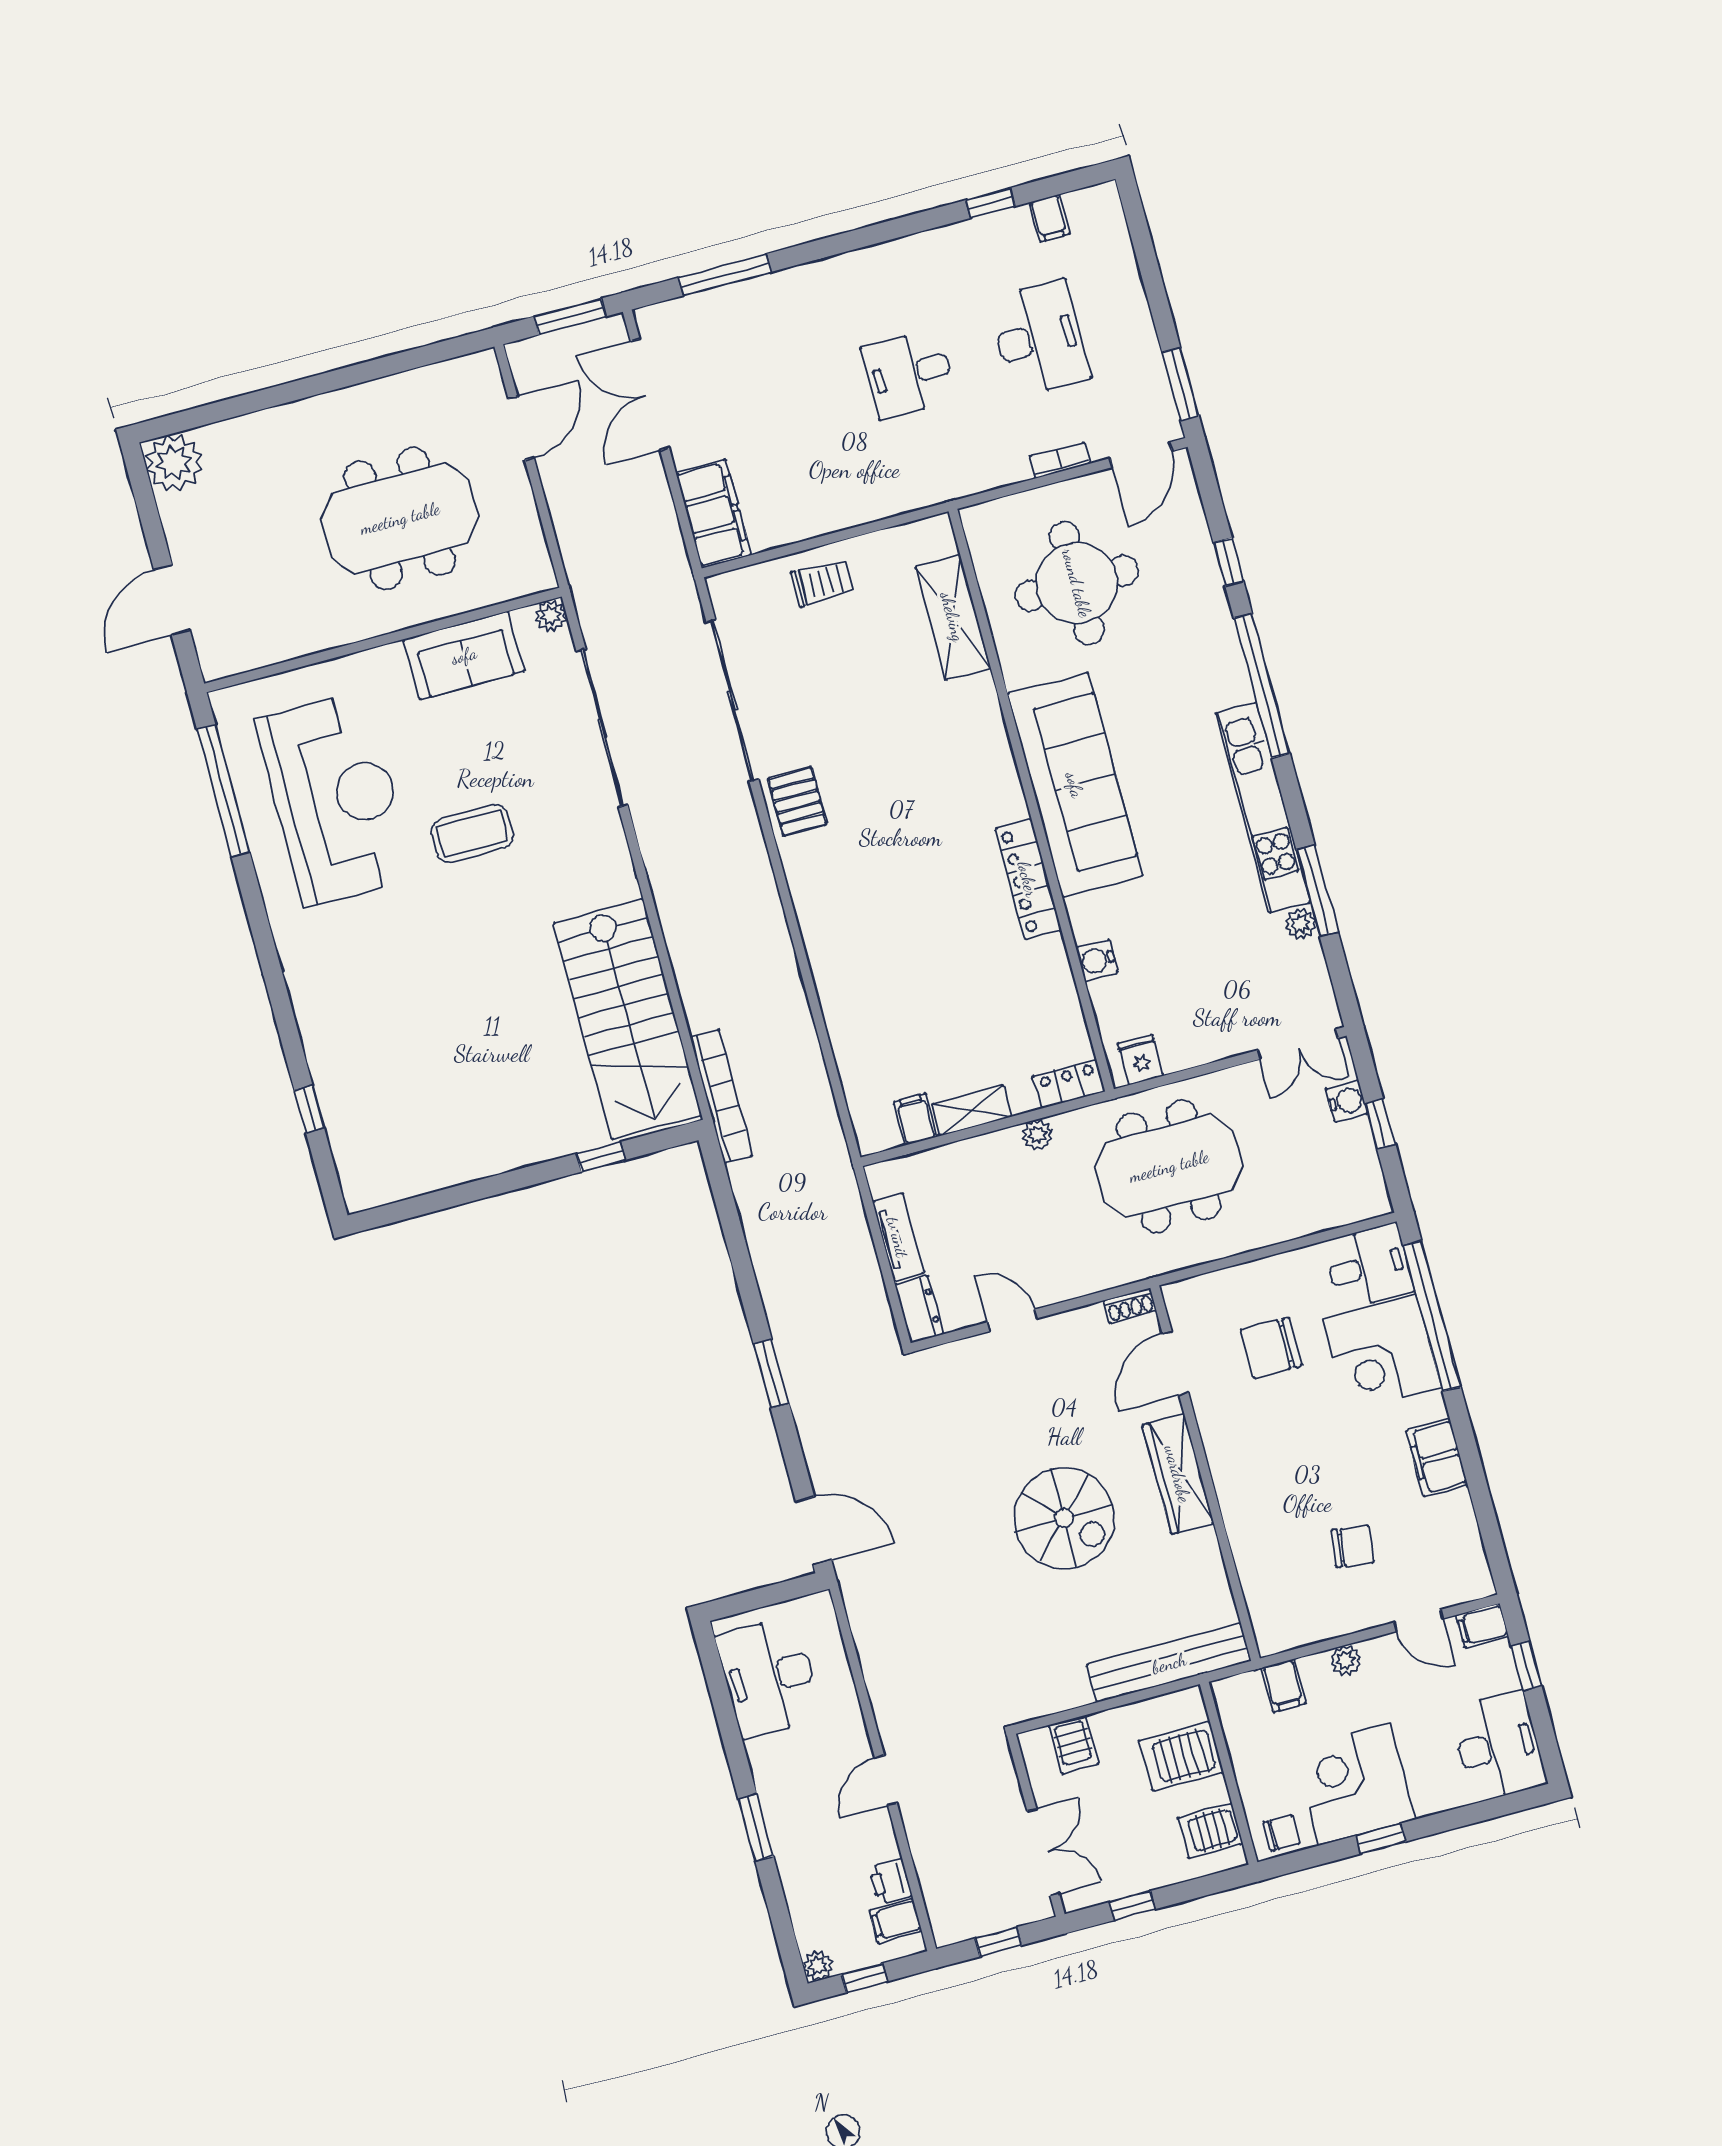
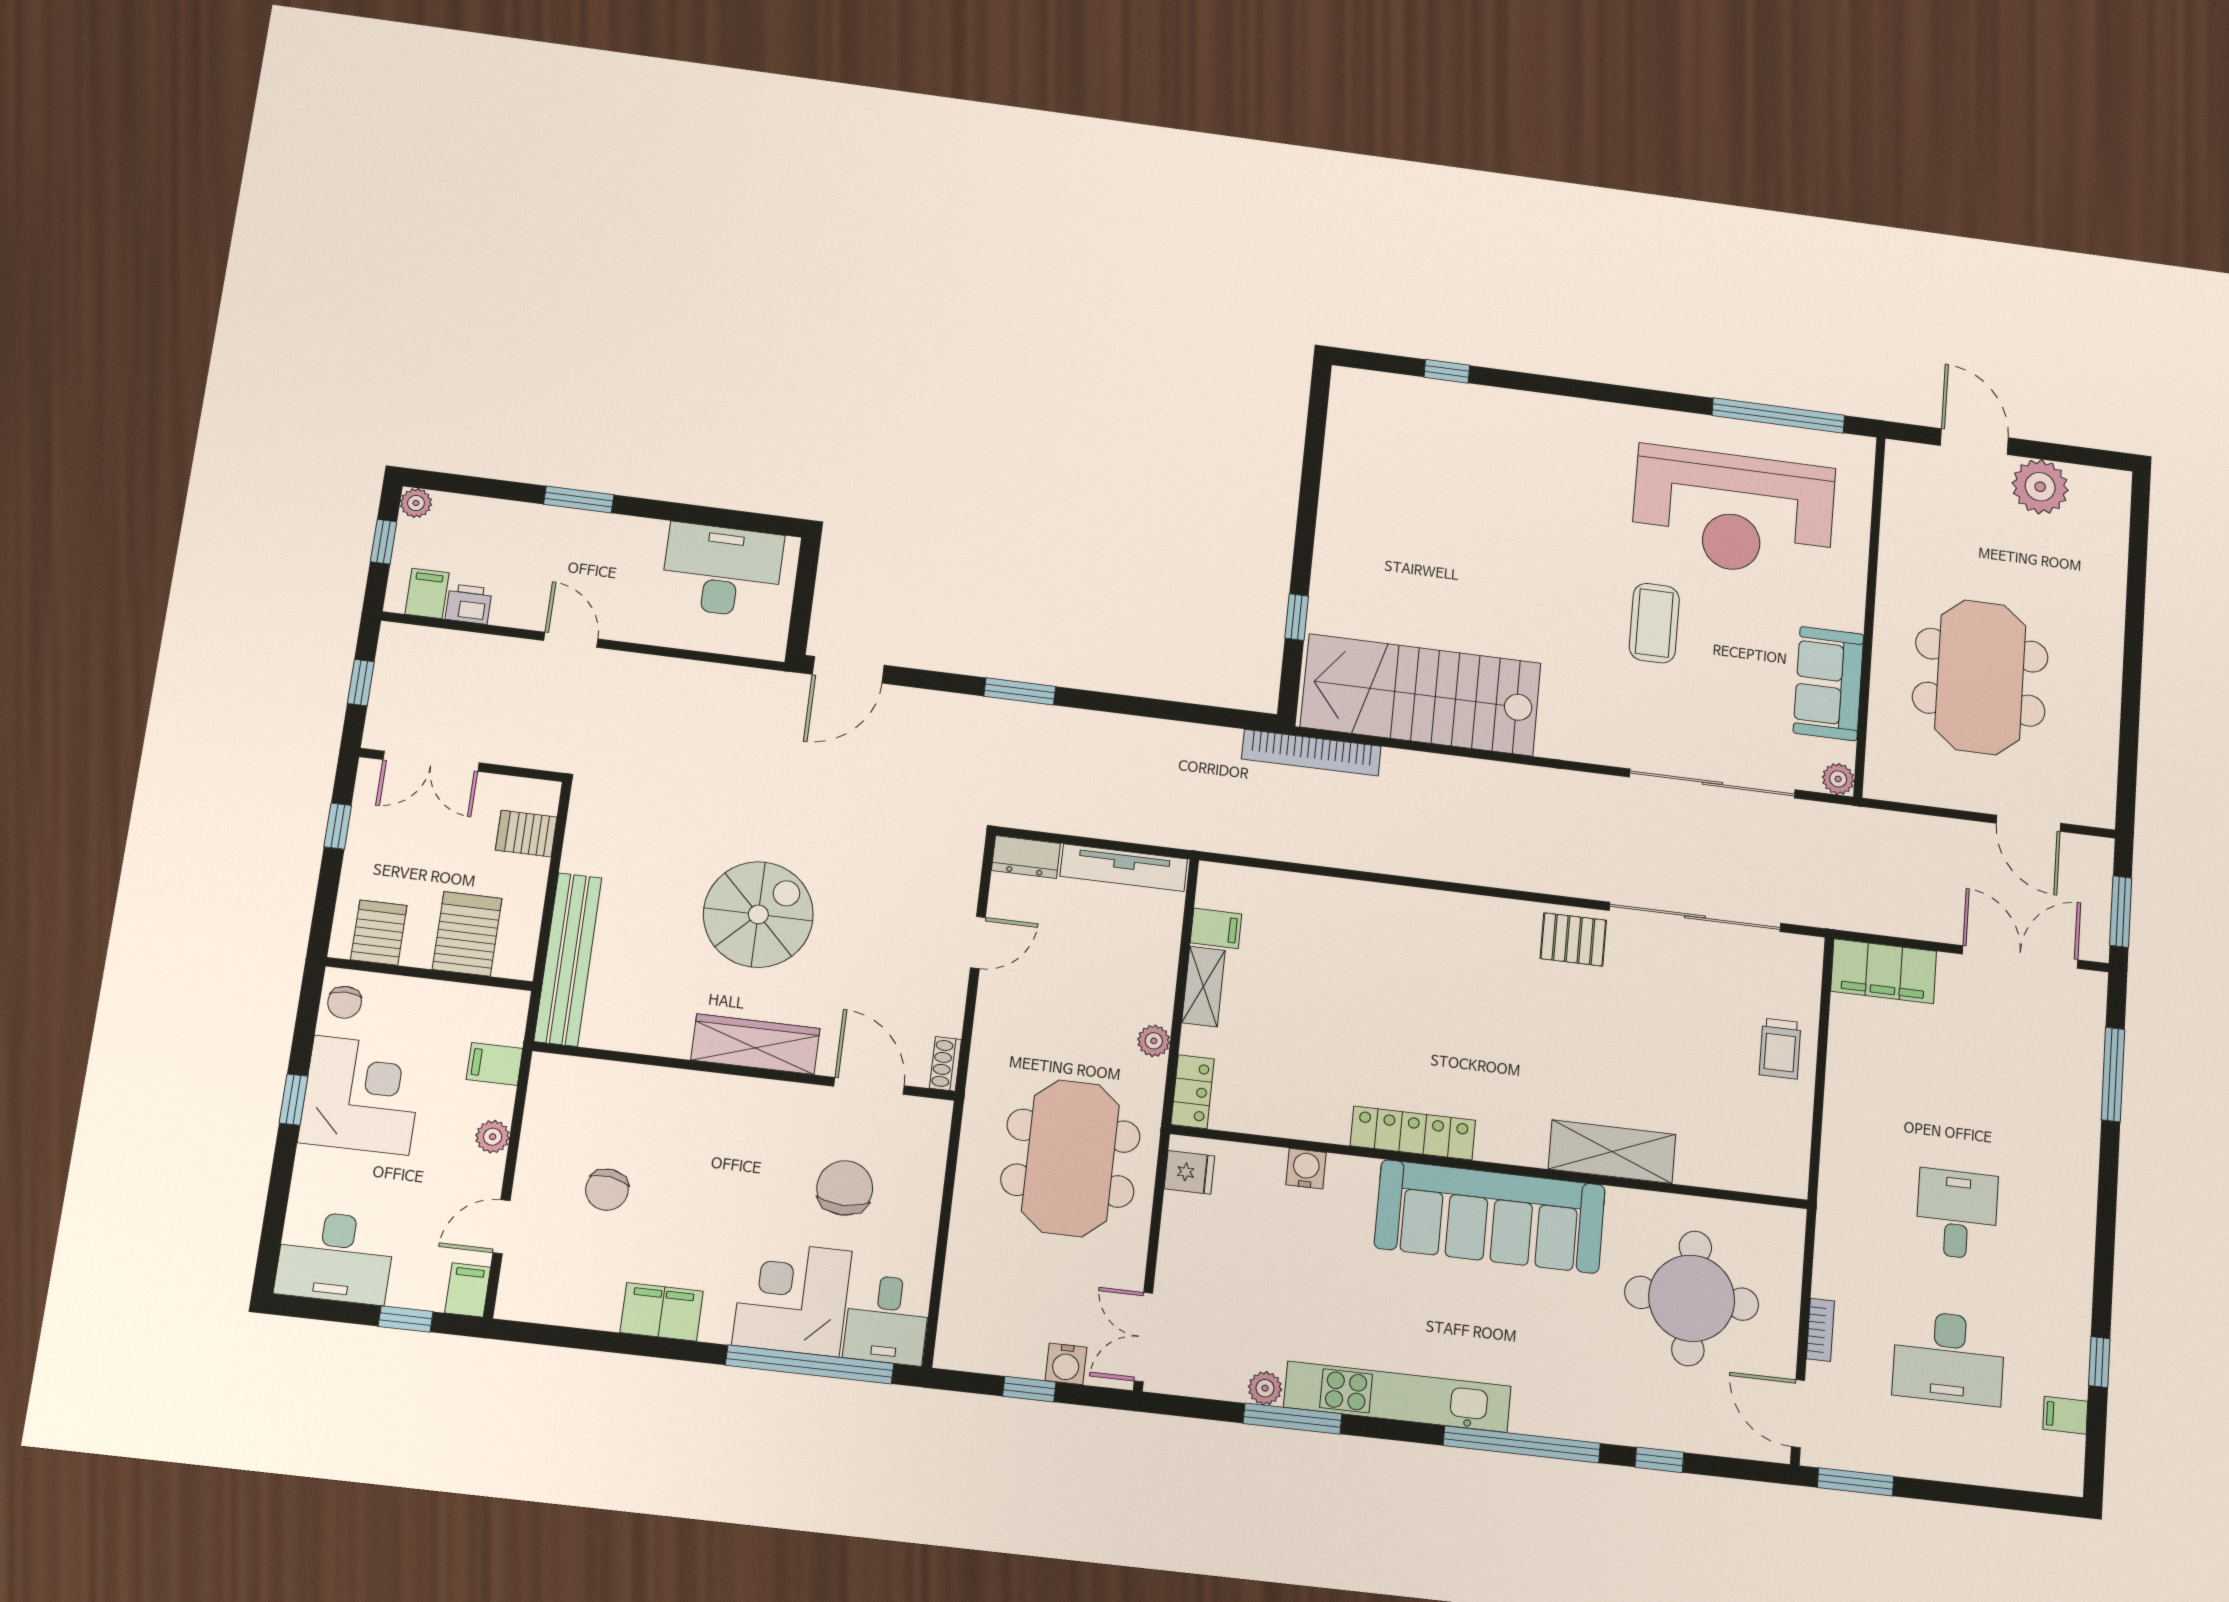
plant: (174, 463) -> (2040, 487), moved
shelving: (953, 617) -> (1612, 1152), moved
tv unit: (898, 1237) -> (1124, 868), width x1.41
spiral stairs: (1064, 1518) -> (758, 914), turned 180

